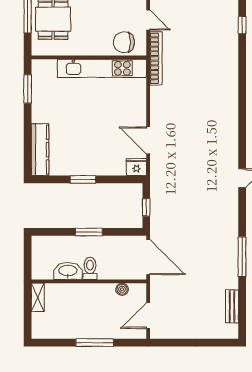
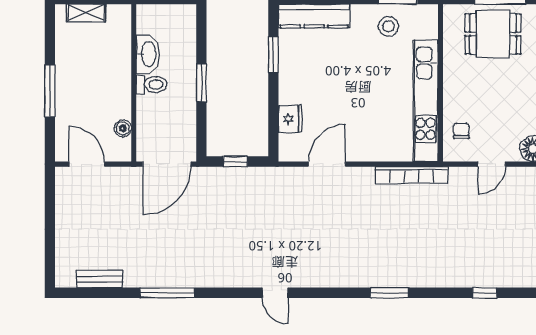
chair: (124, 42) -> (461, 131), width x0.54, depth x0.54
bookcase: (156, 58) -> (412, 175), moved
stool: (47, 95) -> (389, 26), added
window: (242, 95) -> (389, 293), added
fridge: (136, 167) -> (290, 119), moved
window: (83, 179) -> (273, 55), moved
shelving: (38, 297) -> (86, 13), moved

